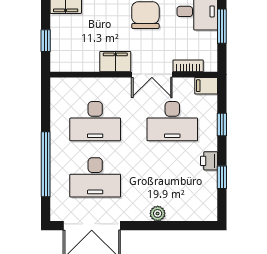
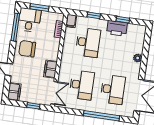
double door: (152, 75) -> (54, 93), moved
printer: (209, 161) -> (117, 28), width x1.87, depth x1.48

